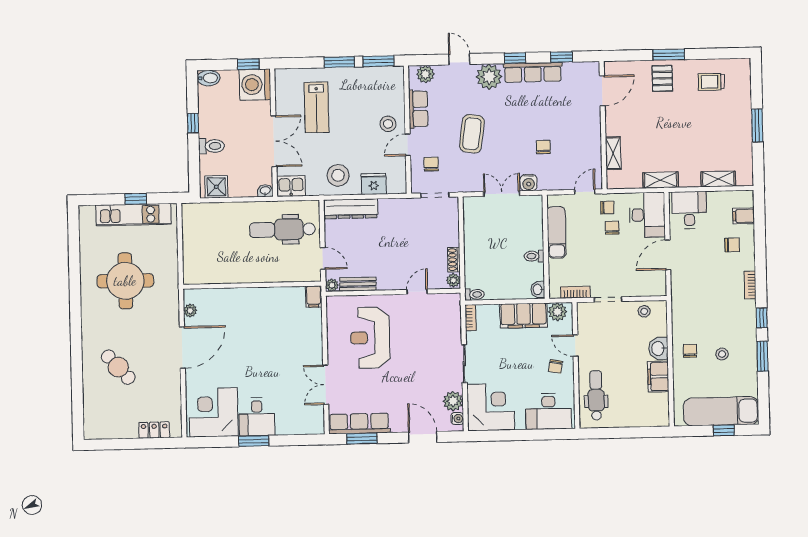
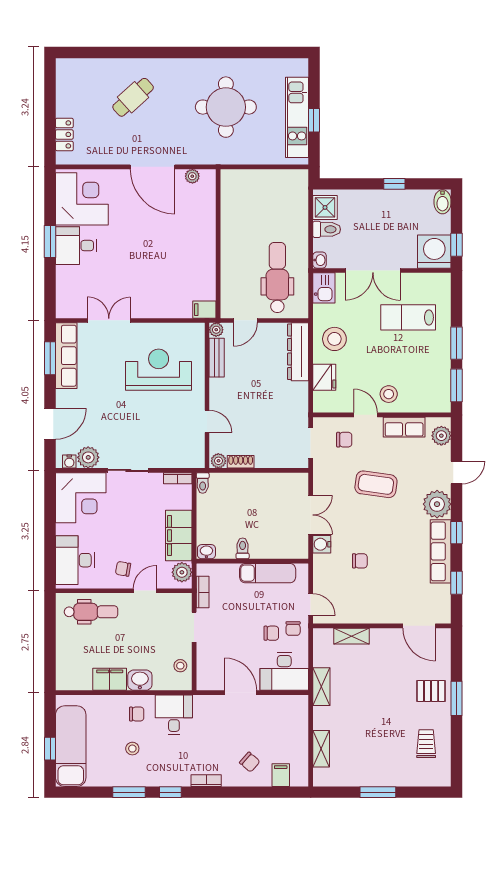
toilet: (211, 146) -> (327, 229), moved, turned -90
desk: (689, 210) -> (174, 715), moved, turned -90
chair: (732, 245) -> (250, 762), turned -49

